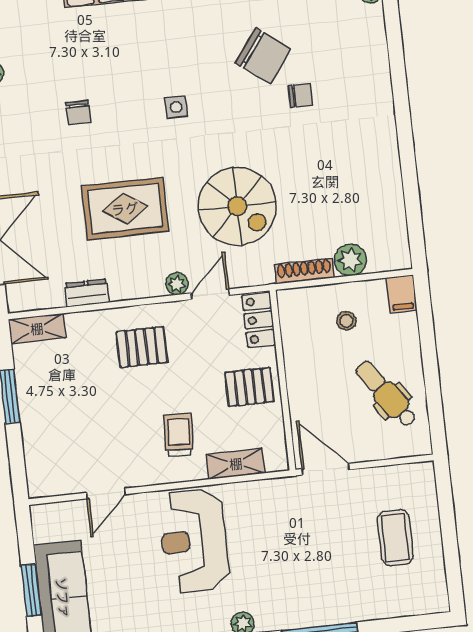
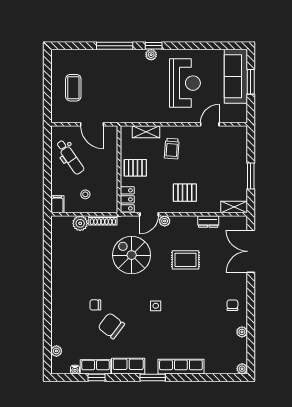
chair: (78, 112) -> (232, 305), moved
rug: (125, 209) -> (185, 260), width x0.73, depth x0.70
door: (326, 469) -> (92, 124), moved
reception desk: (194, 541) -> (185, 83), moved

